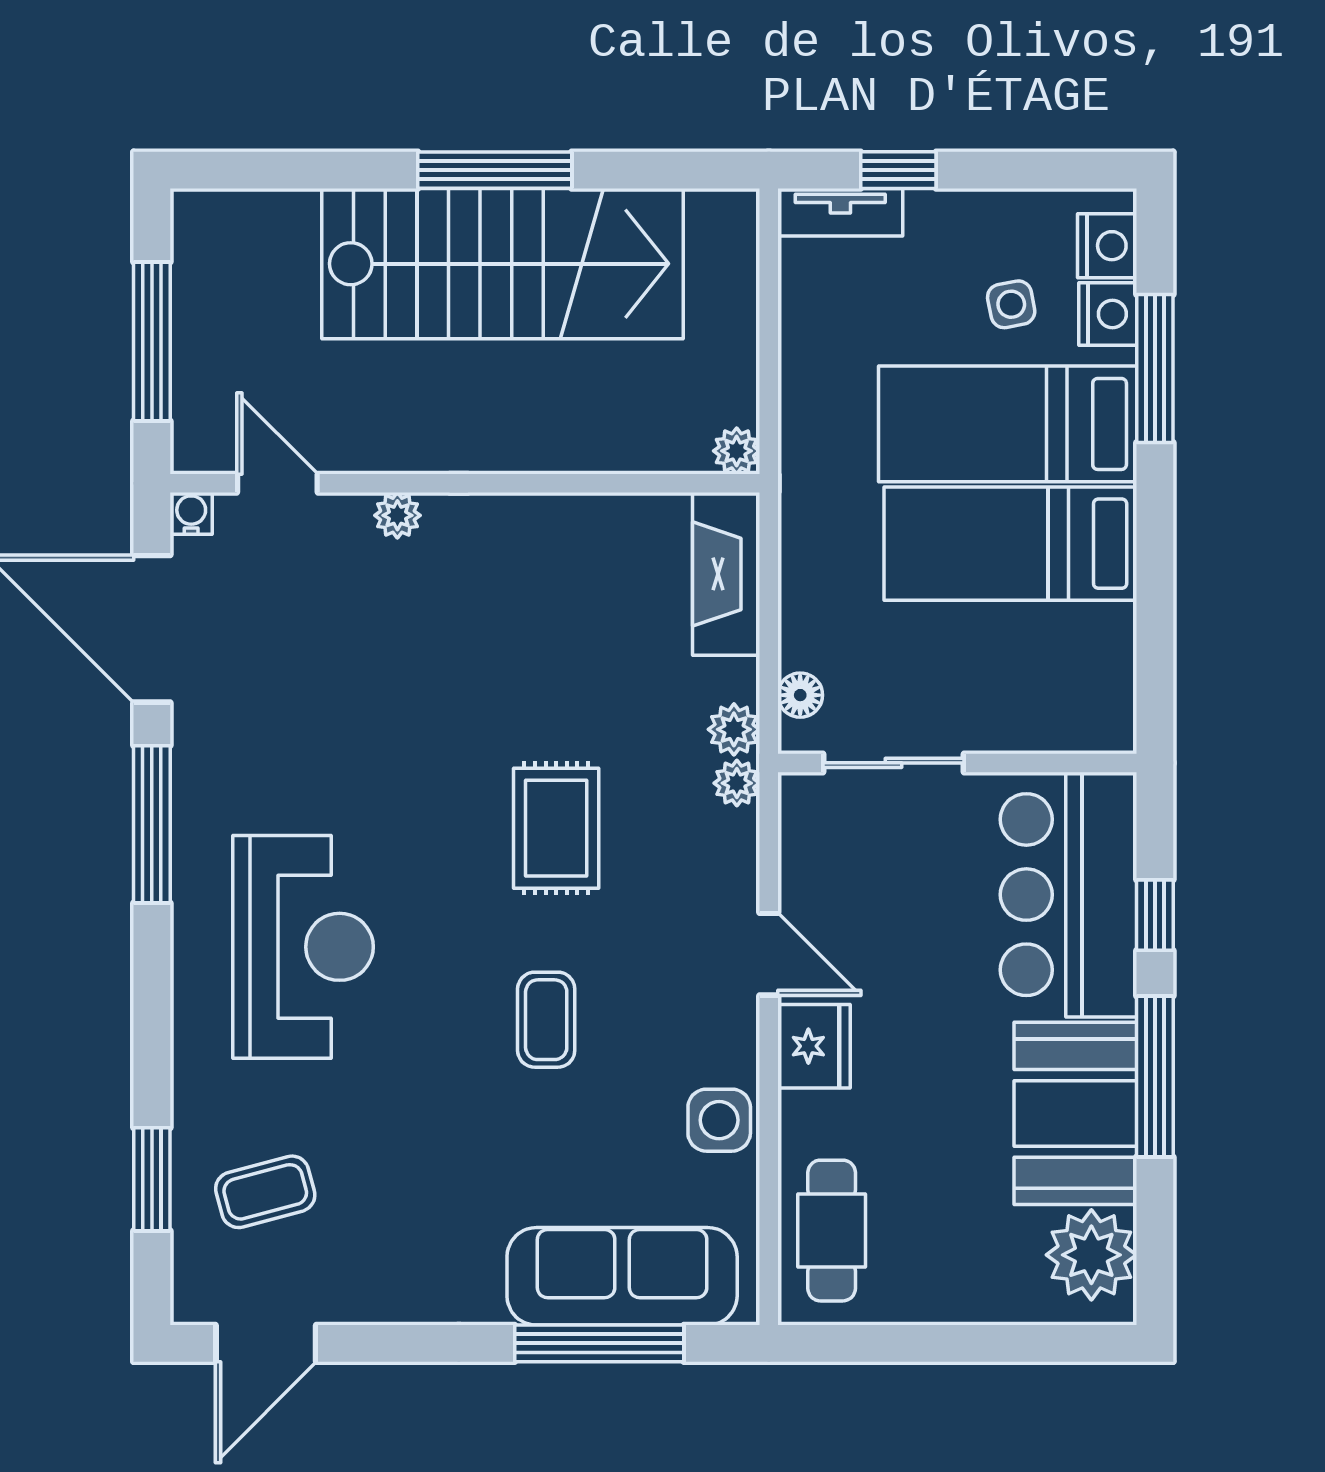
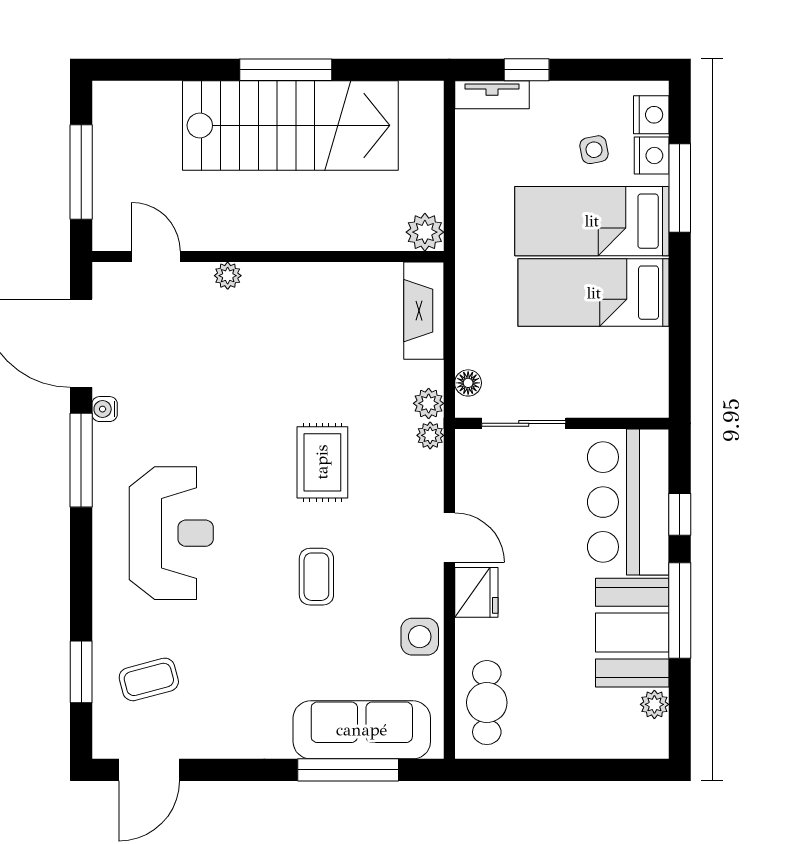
plant: (737, 451) -> (425, 232), width x1.38, depth x1.38
water cooler: (191, 513) -> (105, 409), moved, turned -90
plant: (1091, 1255) -> (654, 704), width x0.53, depth x0.53

